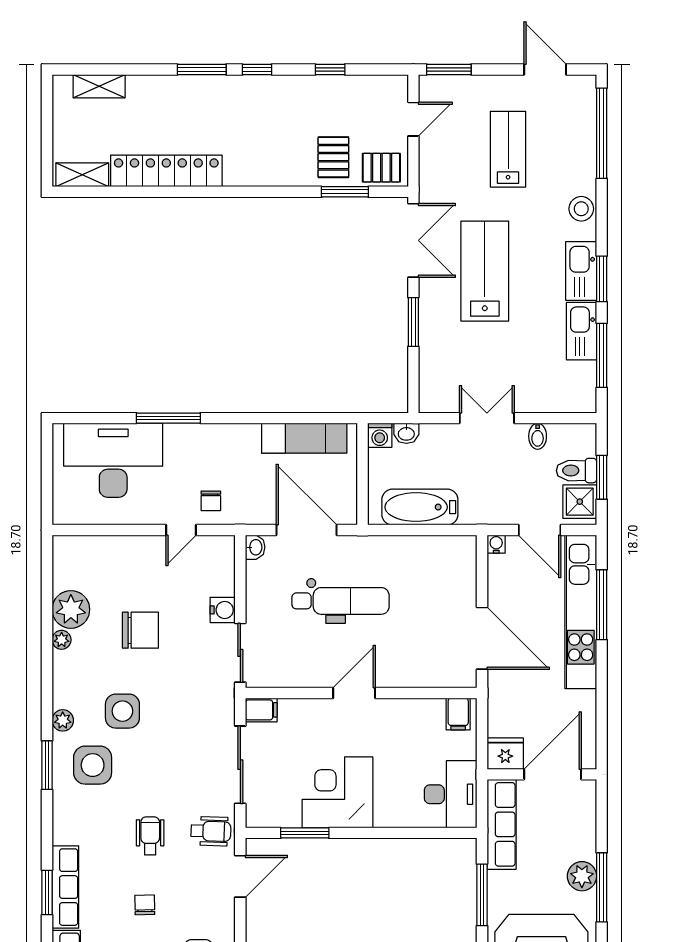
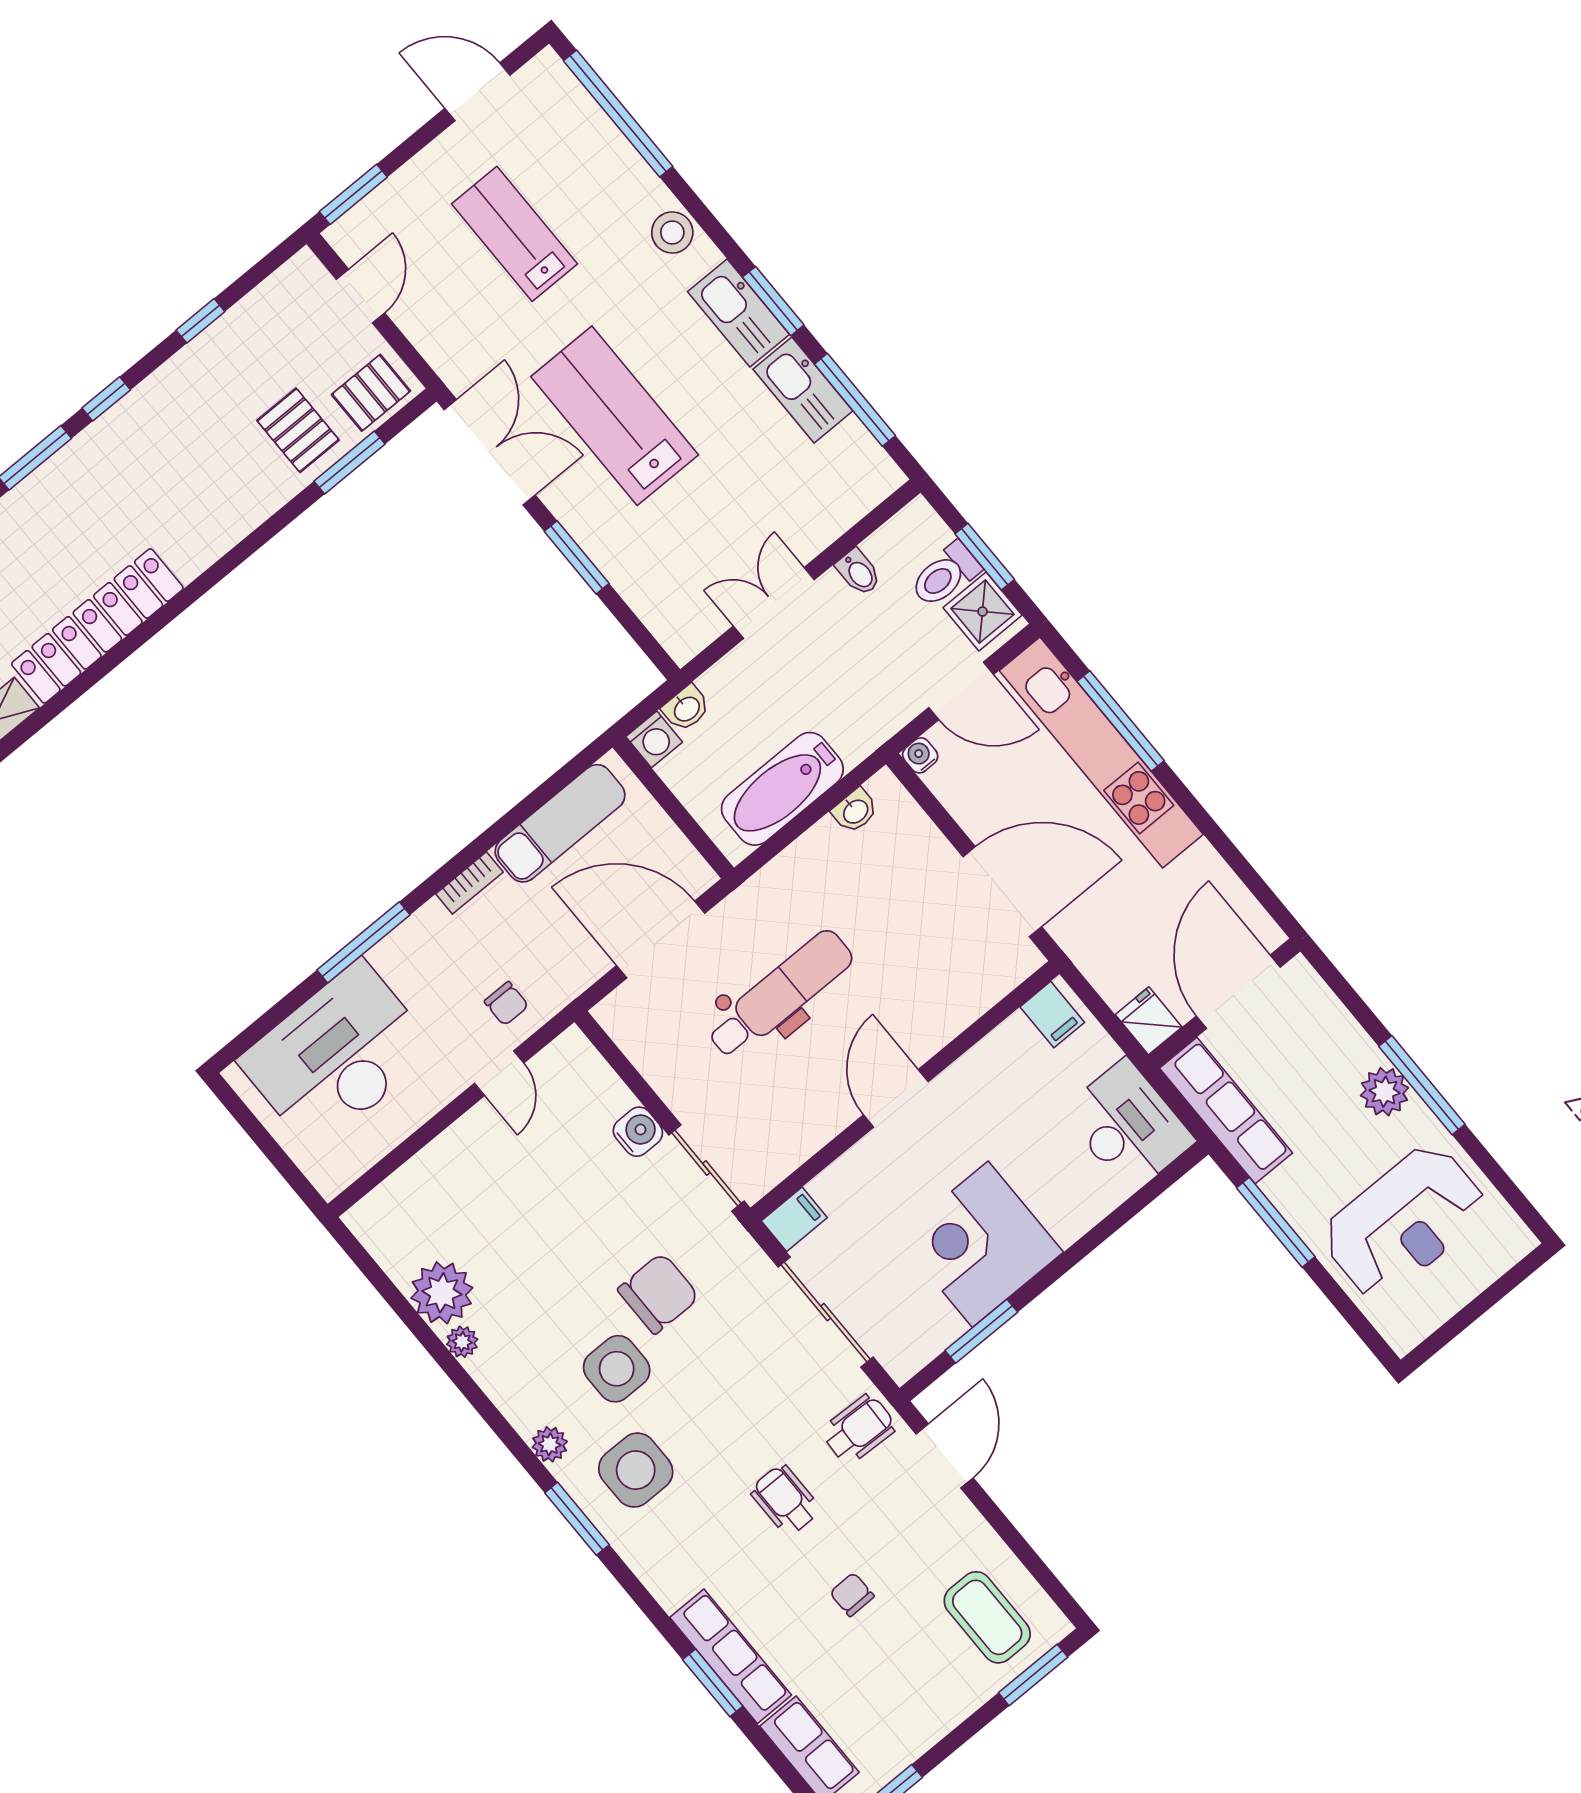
bookcase: (240, 431) -> (469, 883), added
washbasin: (255, 547) -> (855, 811), moved, turned 90
chair: (140, 630) -> (658, 1293), moved
fridge: (505, 754) -> (1149, 1021), width x0.72

